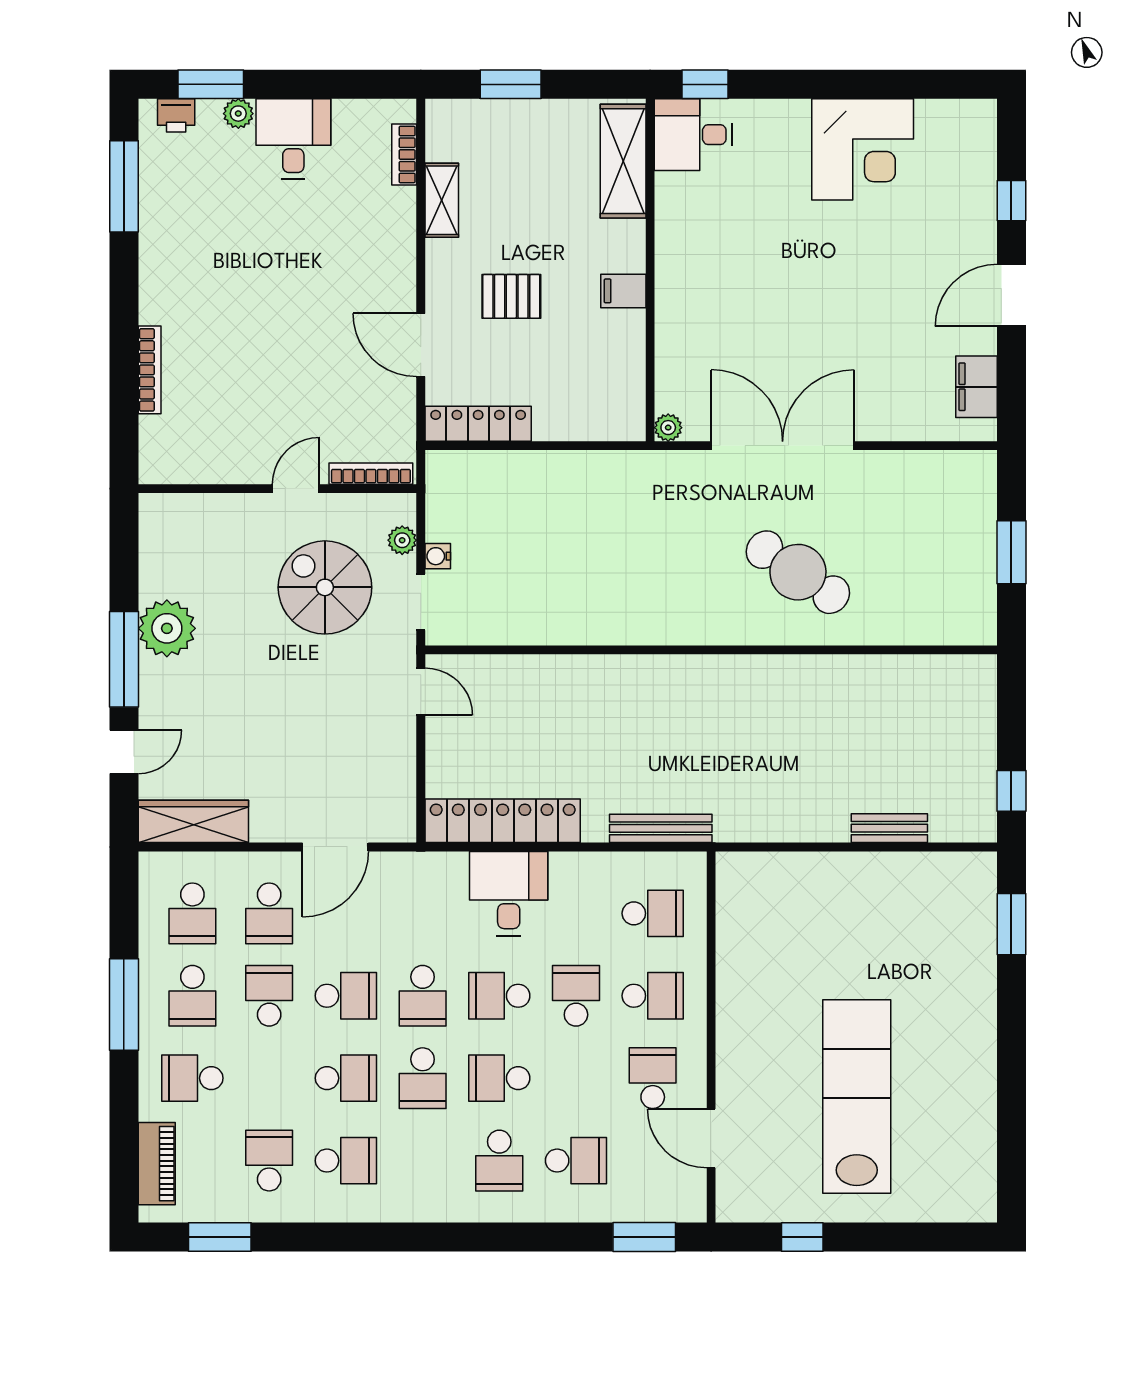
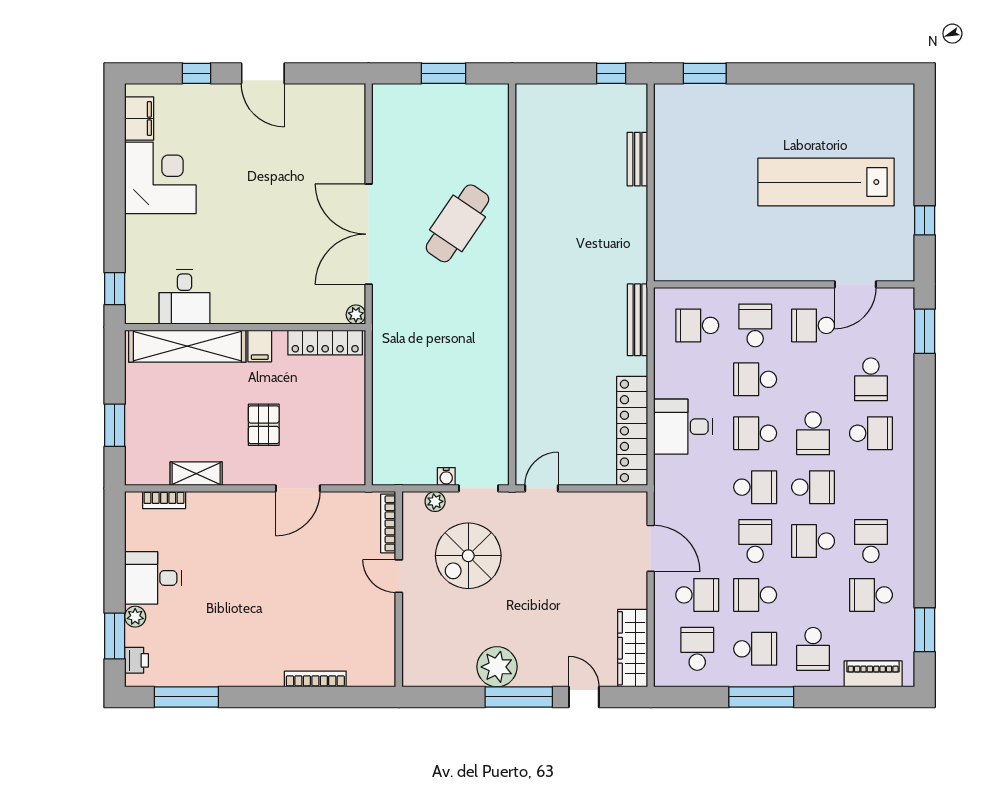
desk: (693, 135) -> (185, 297), moved
shelving: (623, 161) -> (187, 346), width x1.47
filing cabinet: (976, 387) -> (139, 118), moved, turned -90
locker: (478, 424) -> (325, 343), moved, turned -90
school desk: (192, 913) -> (697, 649), turned -90
school desk: (653, 913) -> (697, 325), turned -90
school desk: (499, 996) -> (755, 433), turned 90
school desk: (346, 1078) -> (813, 541), turned -90
school desk: (576, 1161) -> (871, 379), turned 180

